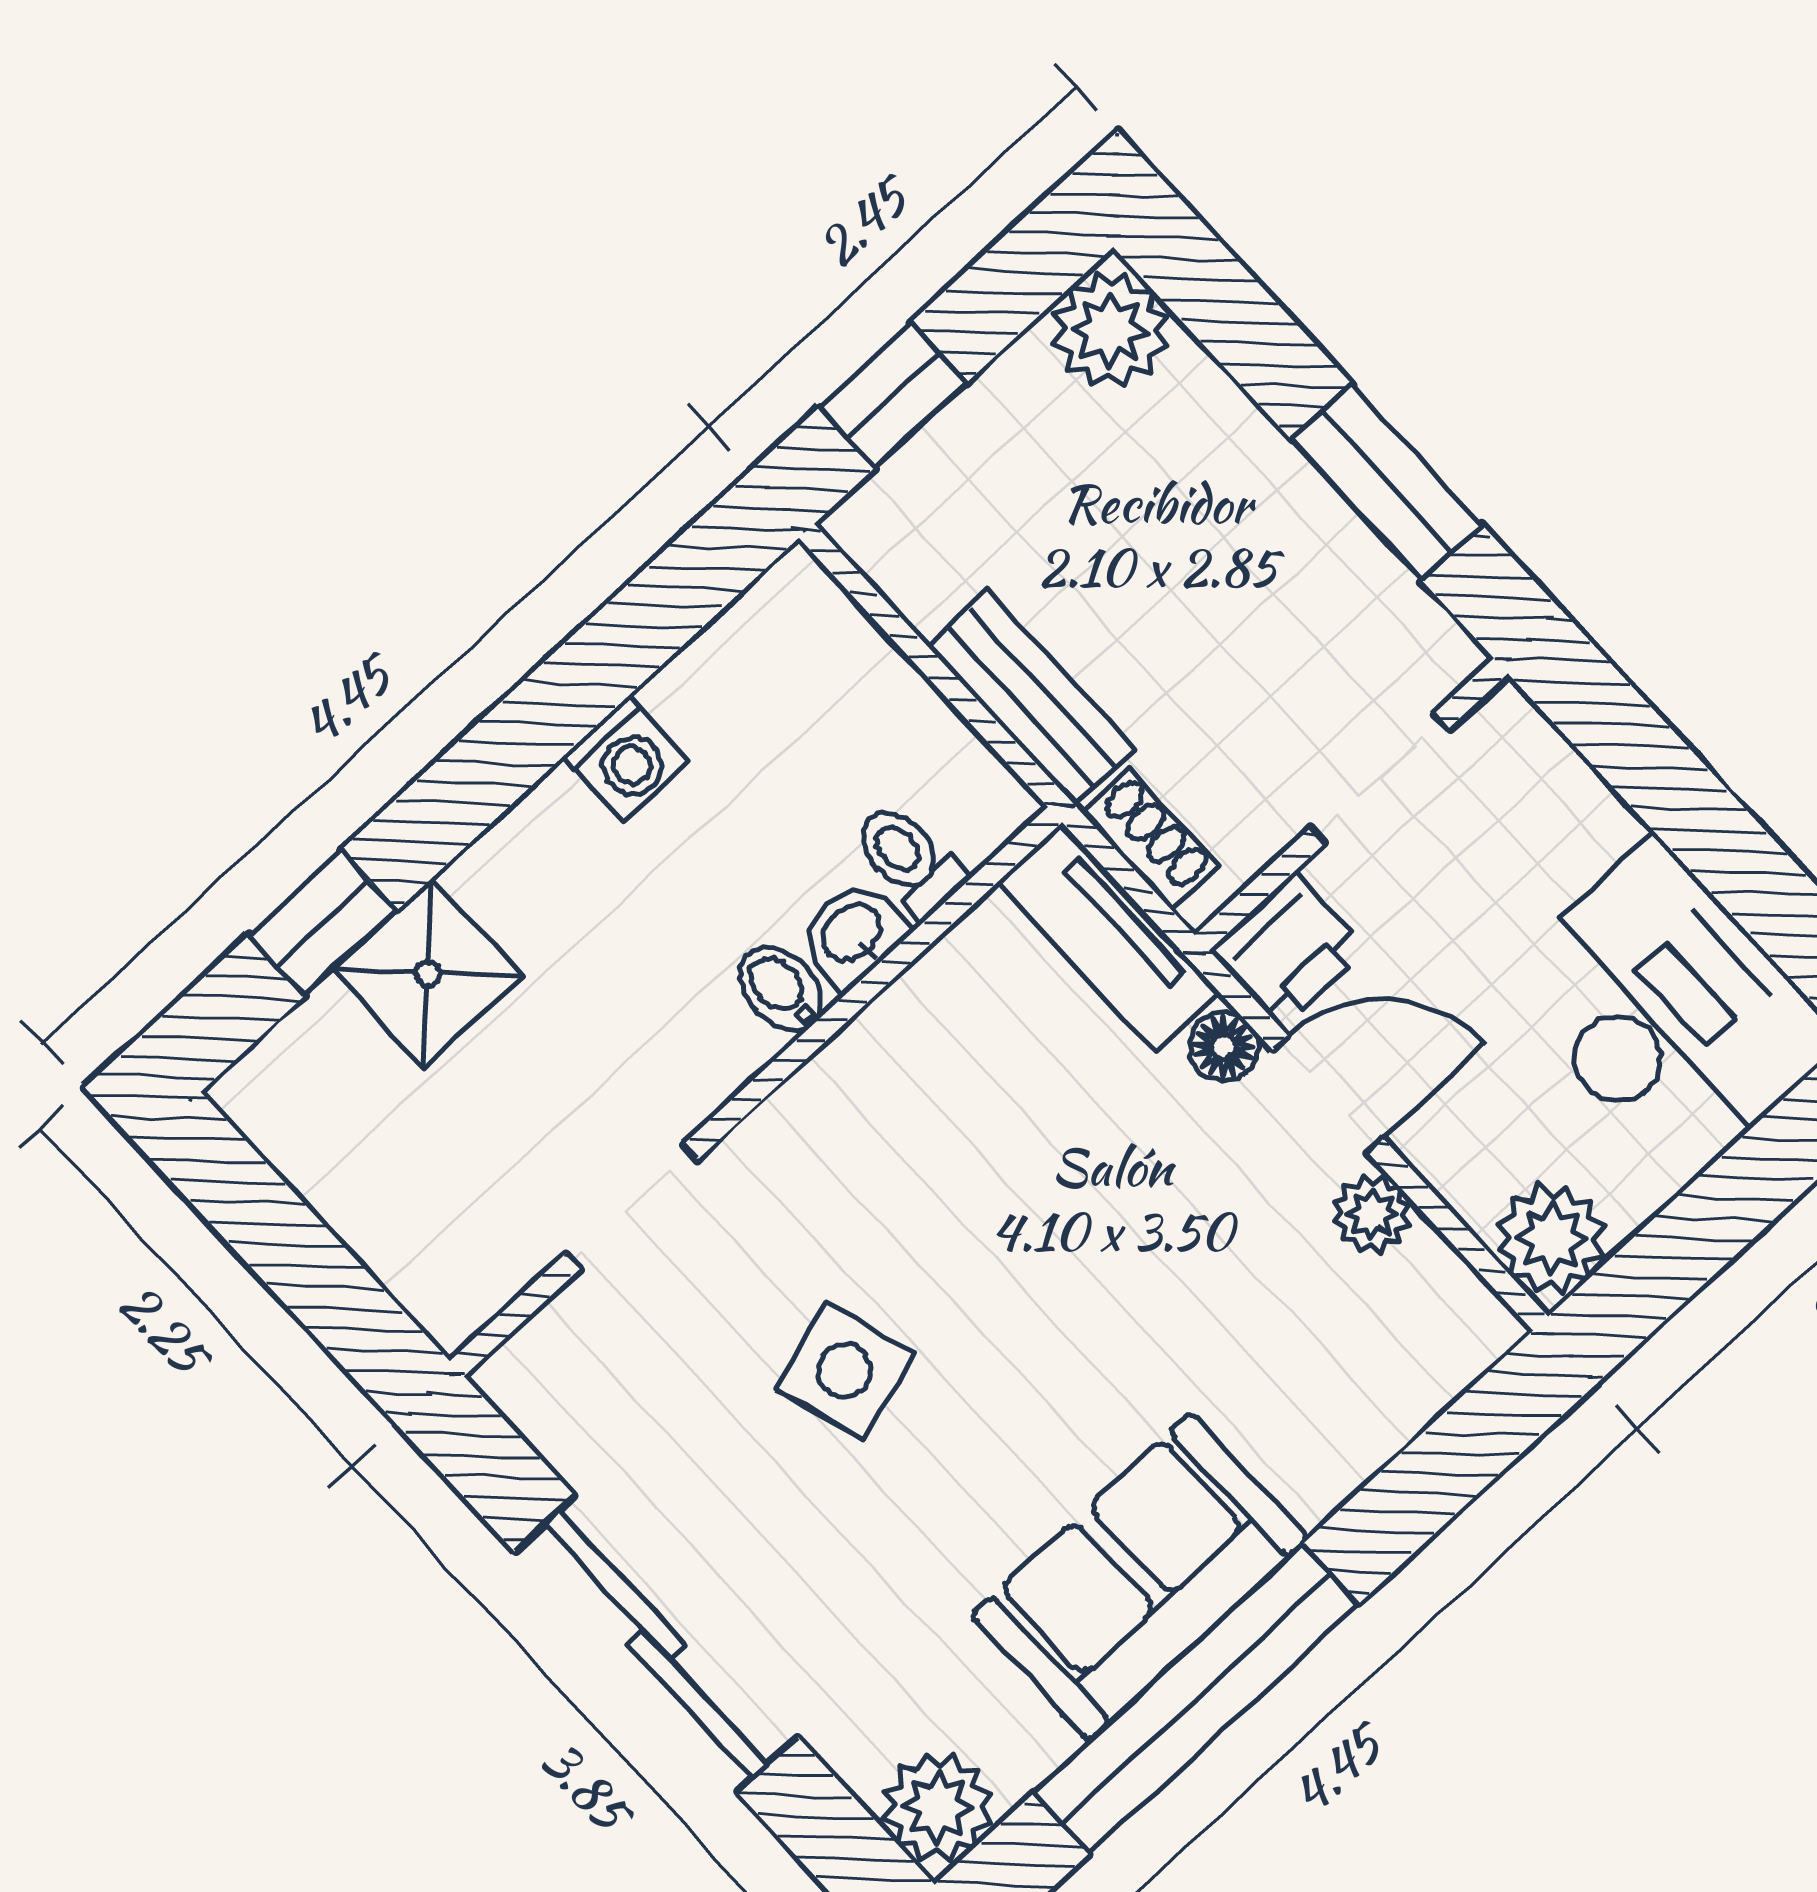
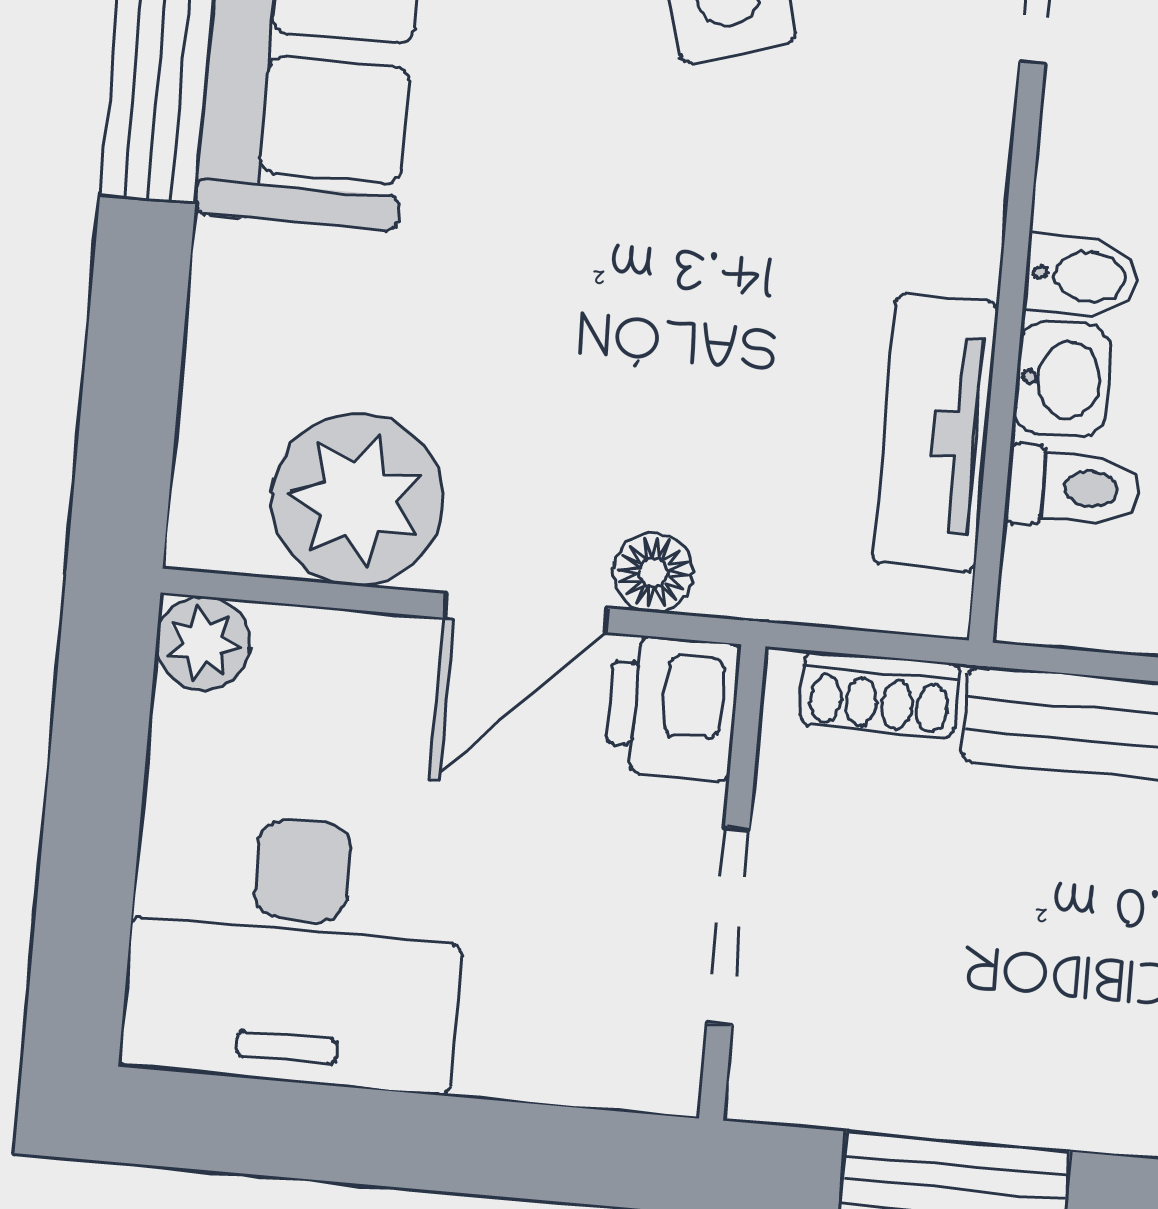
tv unit: (1108, 937) -> (936, 433), moved, turned -90
plant: (1372, 1214) -> (357, 500), width x1.88, depth x1.88
plant: (1551, 1239) -> (203, 643), width x0.73, depth x0.73

